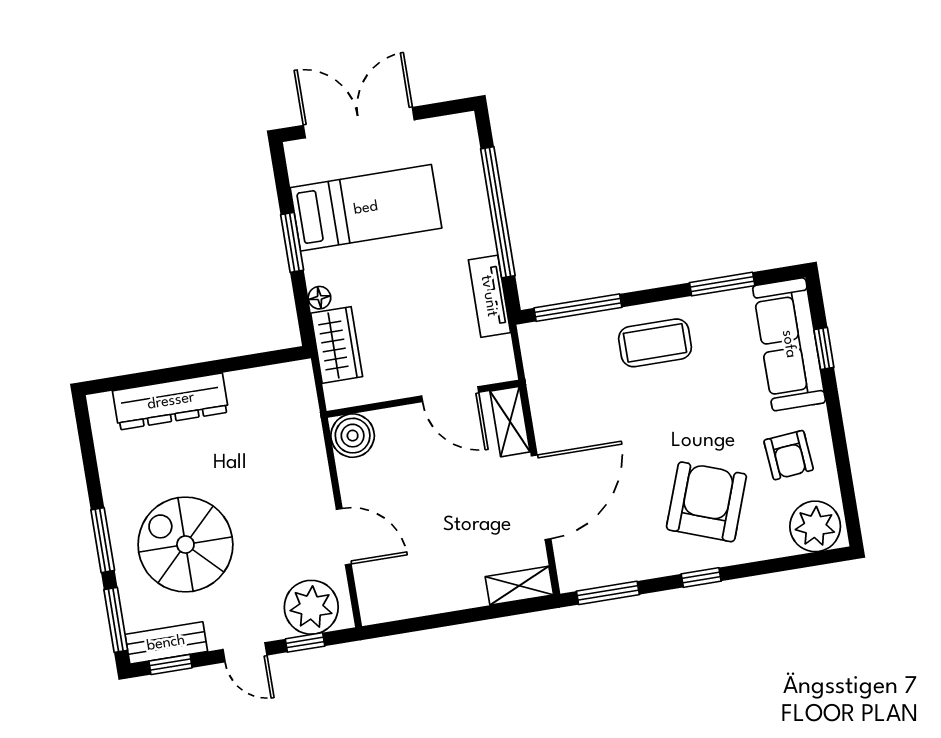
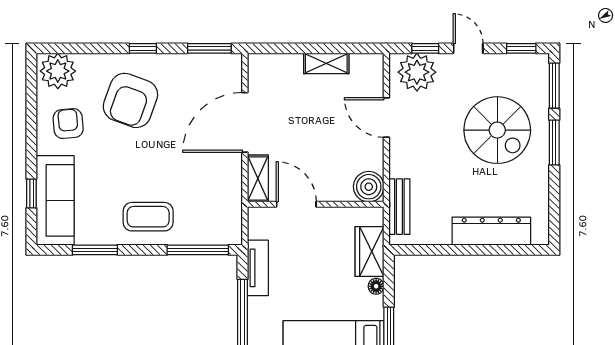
shelving: (519, 586) -> (326, 63), moved
bench: (166, 643) -> (399, 207), moved, turned 90

